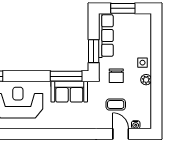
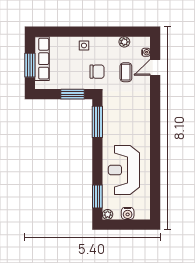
row of seats: (106, 36) -> (42, 59), moved, turned 90
plant: (146, 80) -> (124, 42), moved
sofa: (69, 92) -> (113, 119), removed

